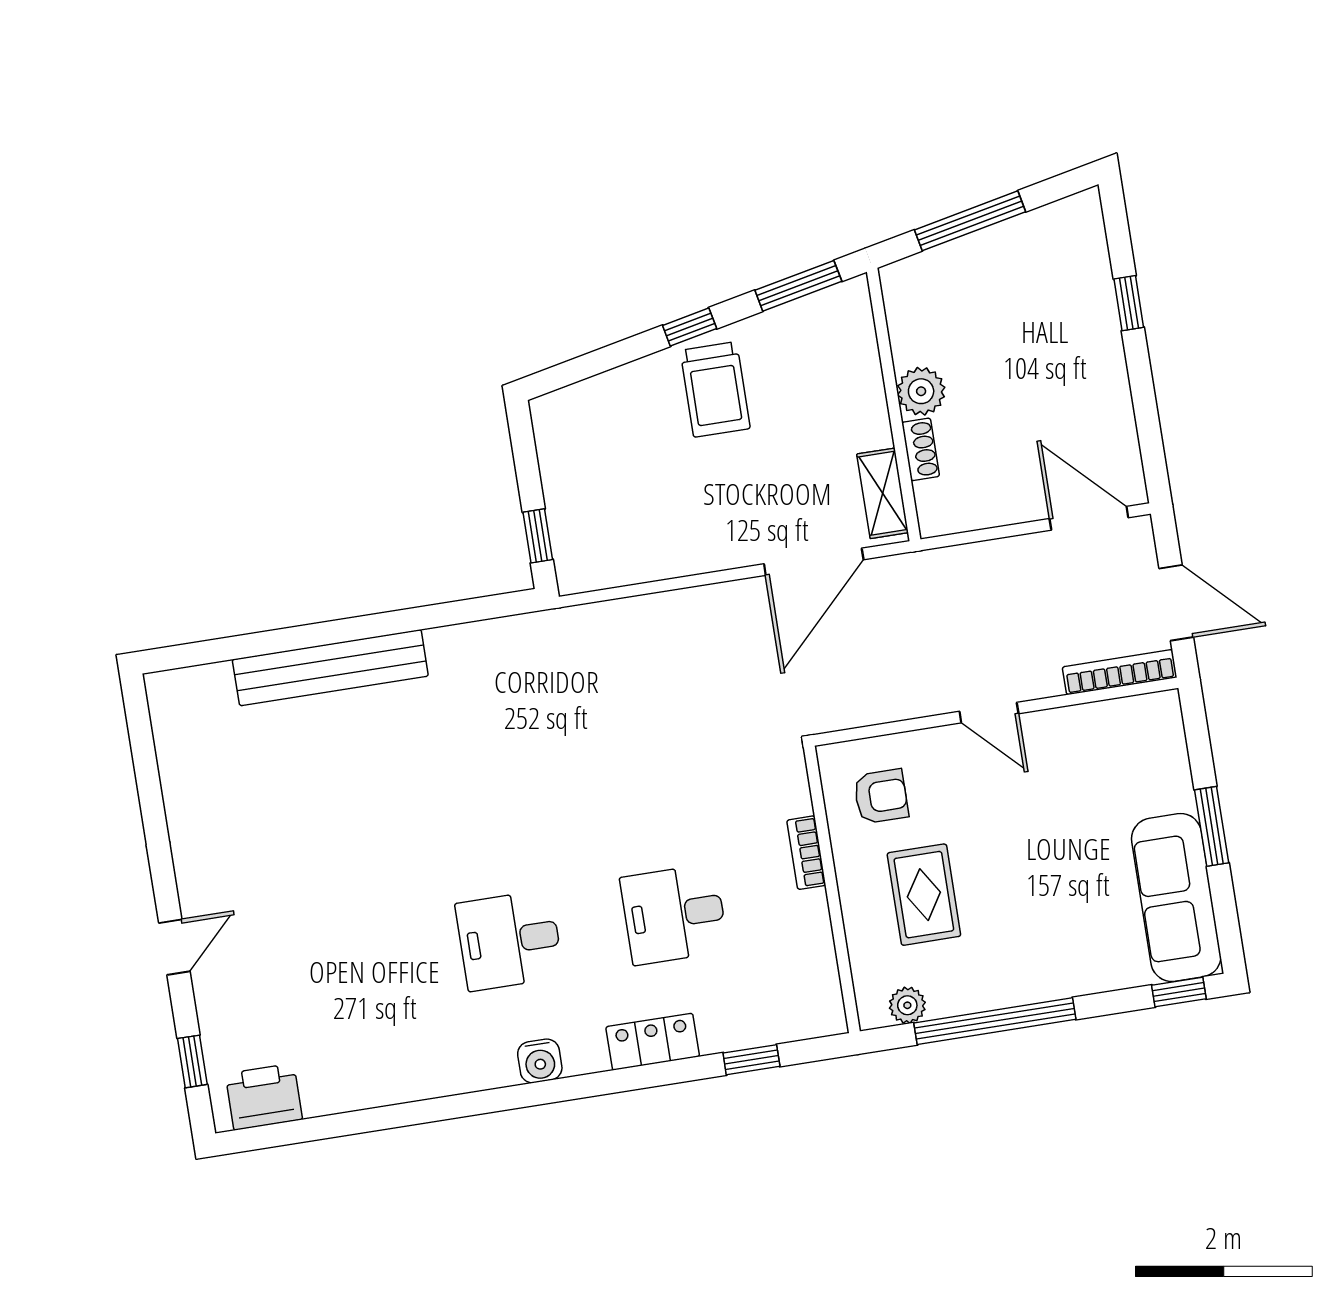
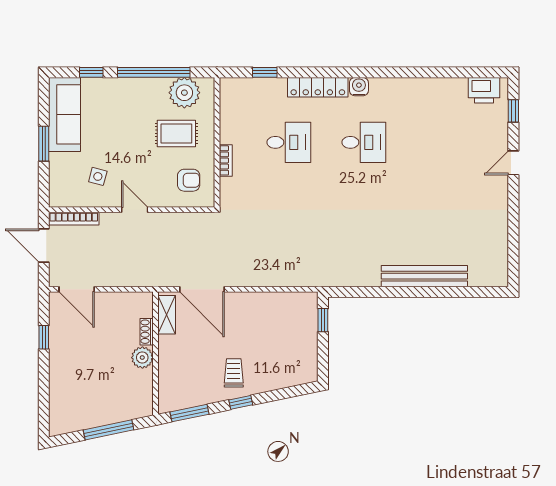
window: (1129, 303) -> (44, 337), moved
trolley: (715, 389) -> (234, 373), width x0.73, depth x0.72
door: (814, 562) -> (202, 289), swing flipped
side table: (1081, 773) -> (98, 176), added
armchair: (881, 796) -> (189, 180), turned 180
rug: (924, 895) -> (176, 134), turned 90
window: (1179, 992) -> (91, 72), moved
plant: (907, 1005) -> (184, 93), width x1.87, depth x1.87
locker: (653, 1042) -> (318, 87), width x1.53

